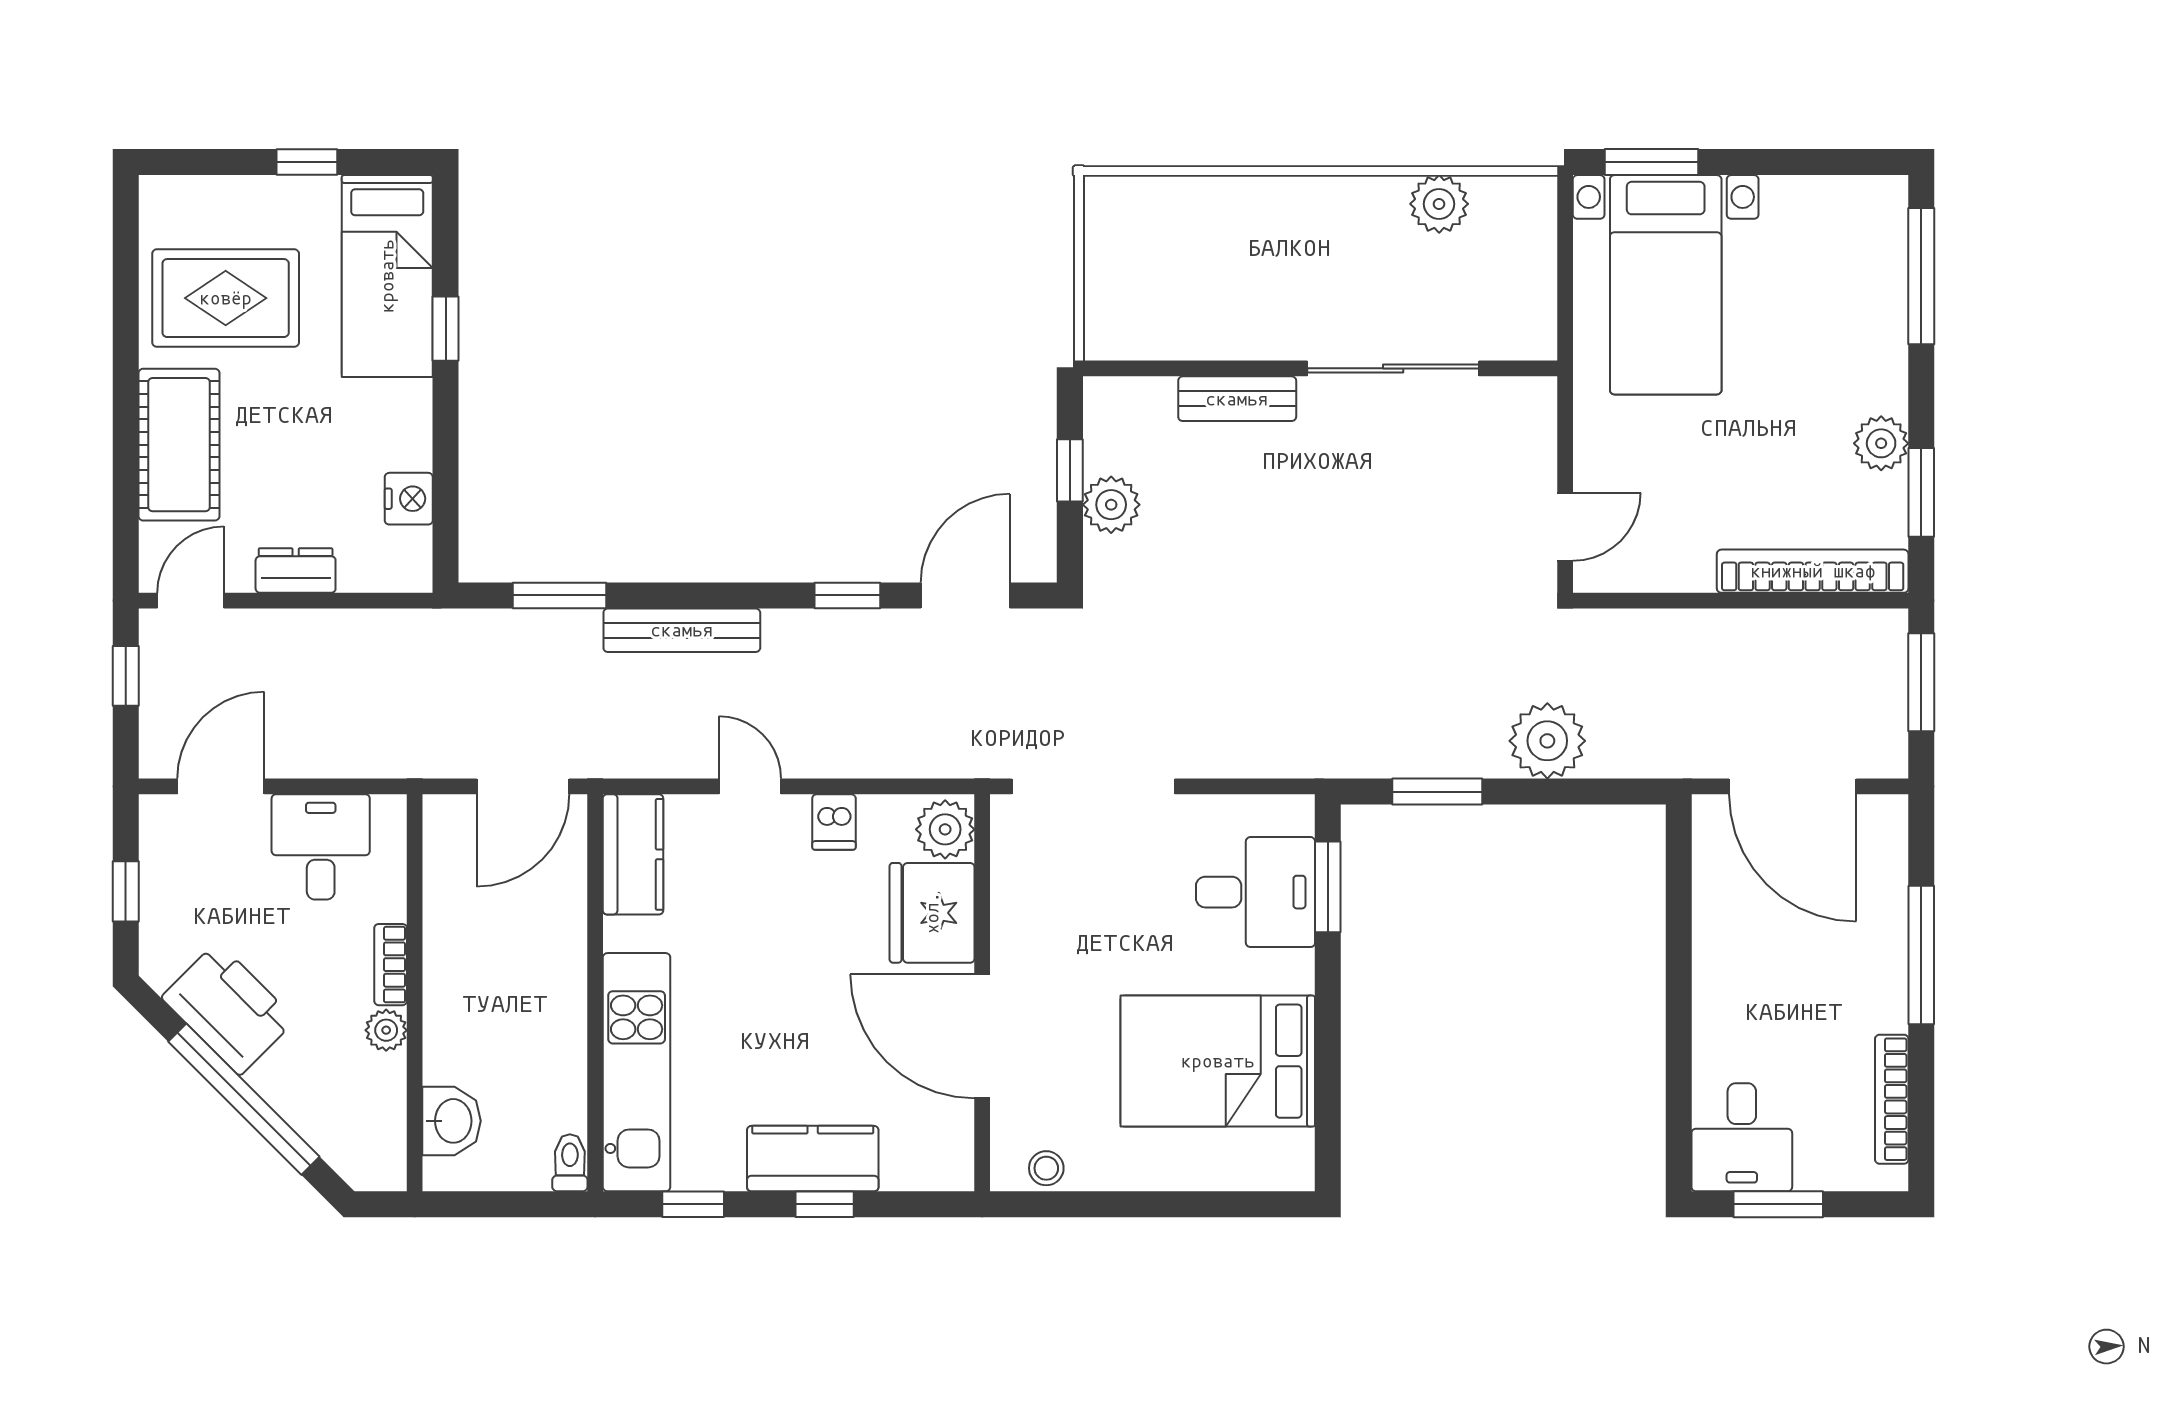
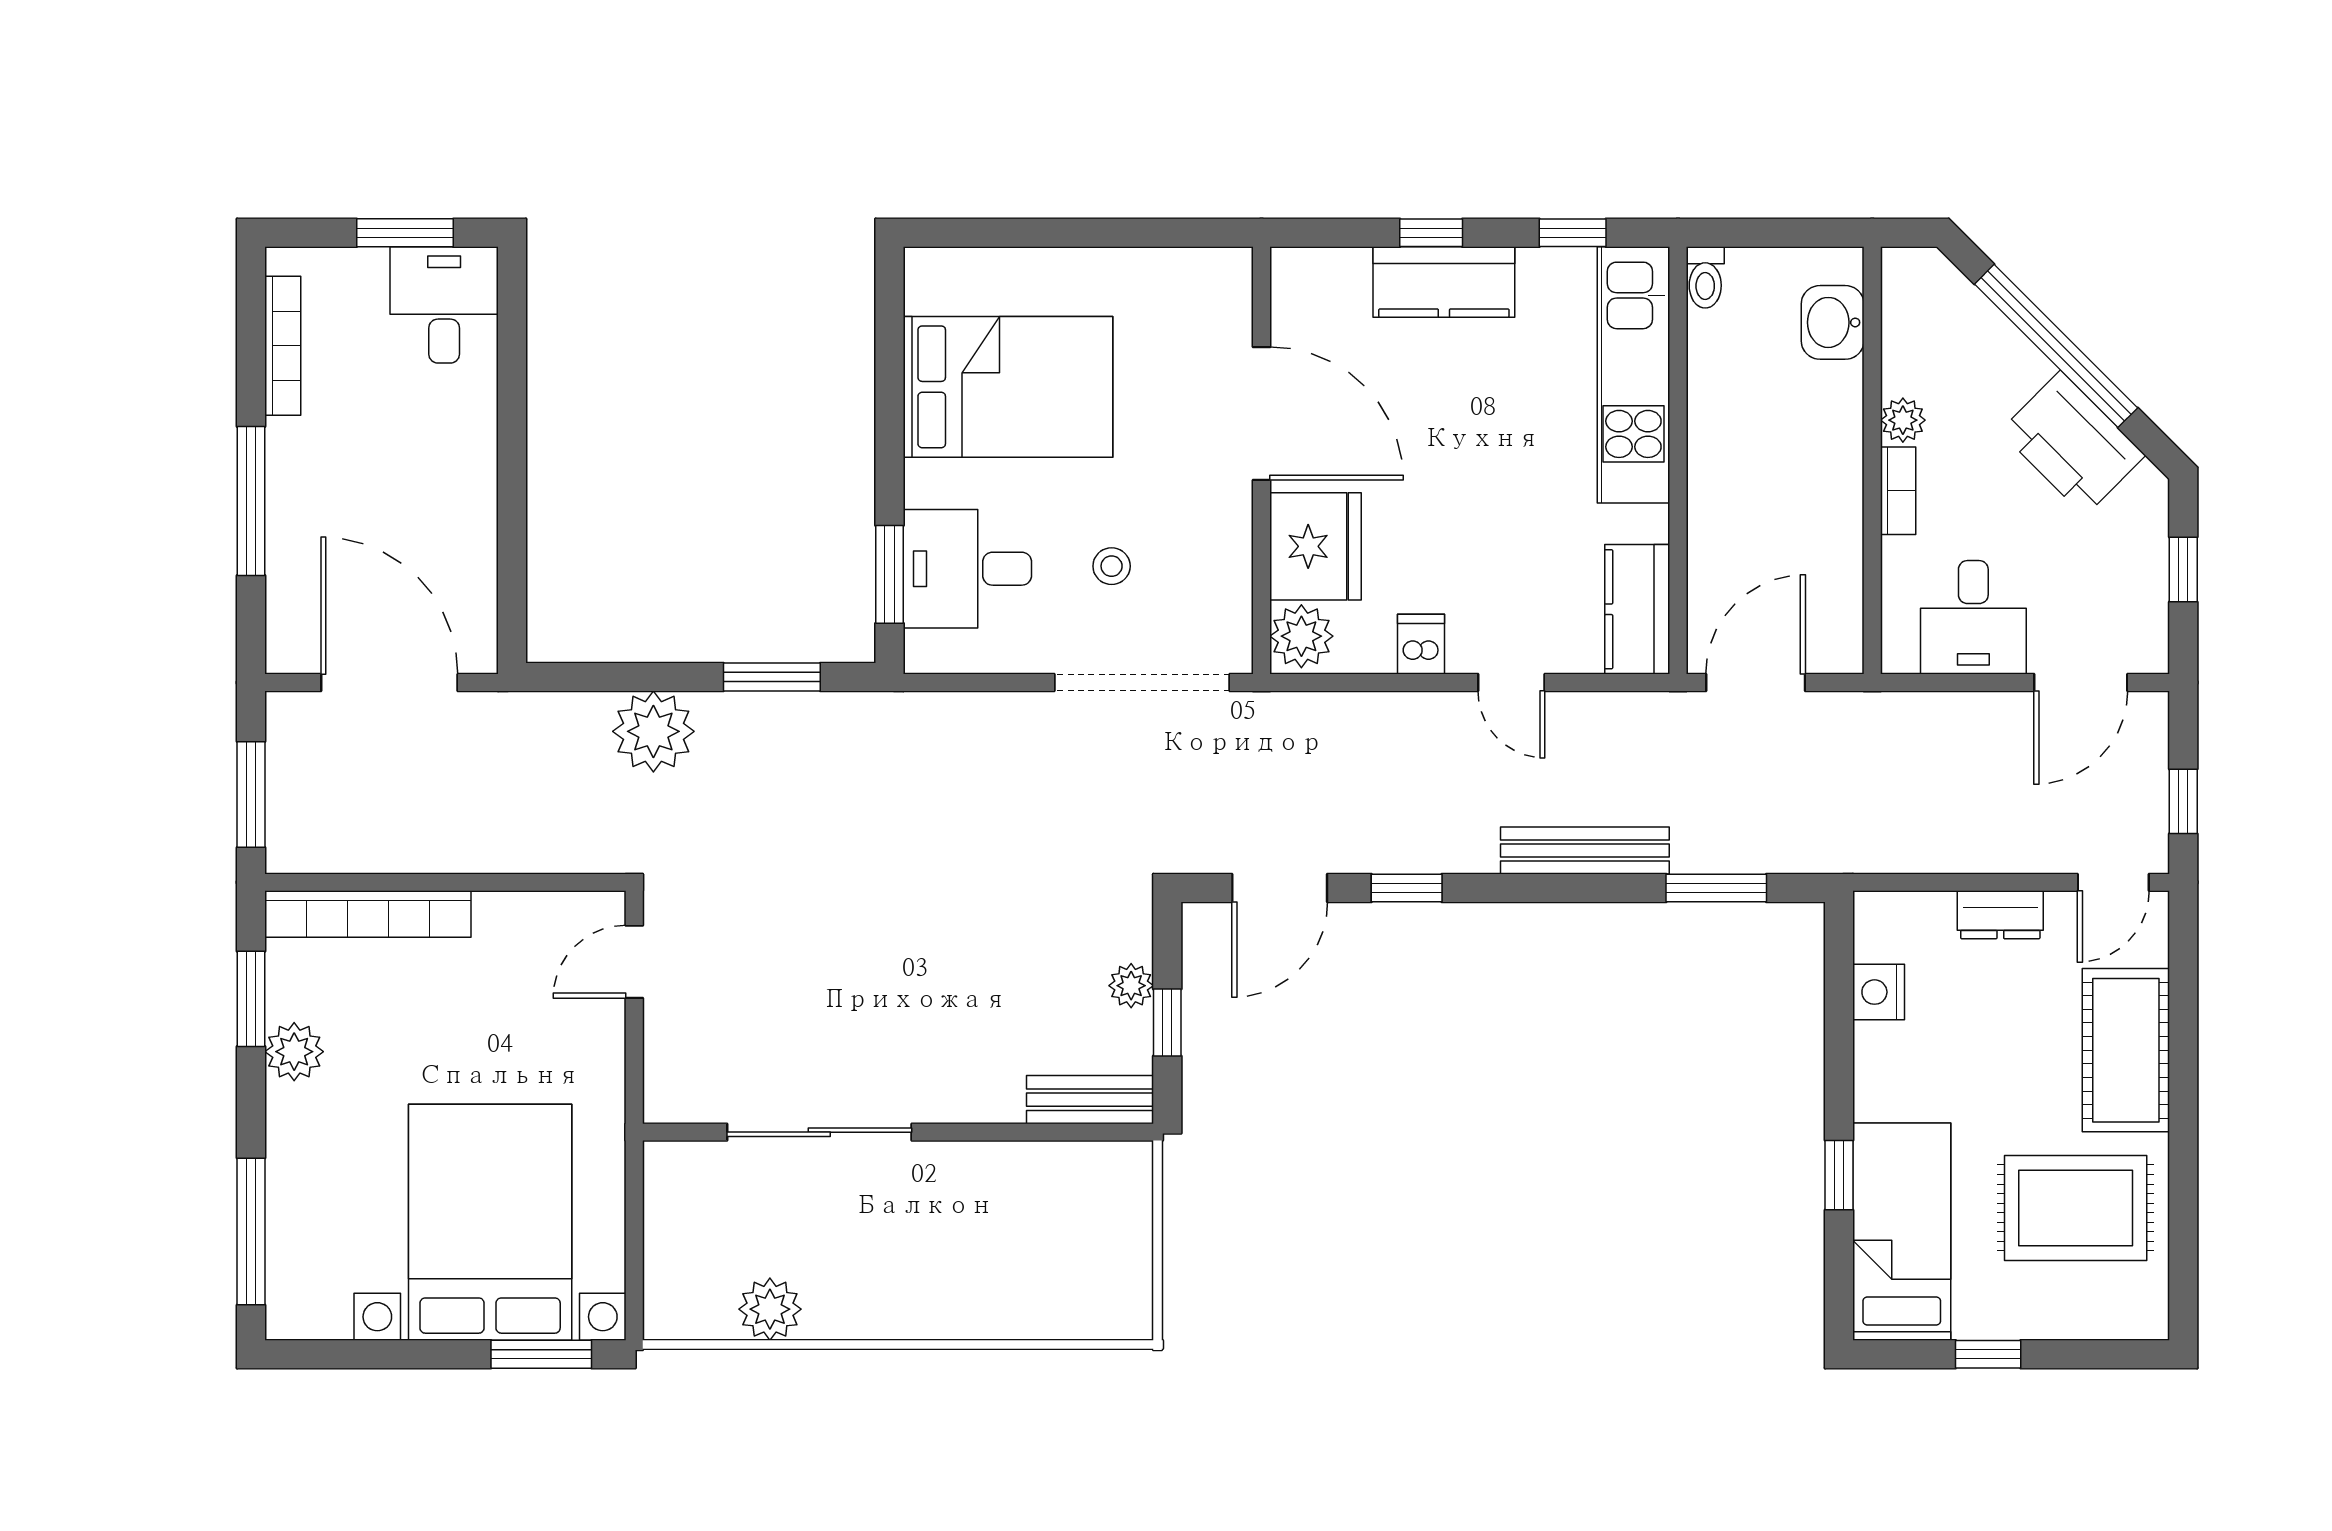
bed with nightstands: (1666, 285) -> (490, 1222), width x1.36
bench: (1237, 399) -> (1090, 1100), moved
plant: (1111, 505) -> (1131, 986), width x0.73, depth x0.73
stool: (1046, 1168) -> (1112, 566), moved

